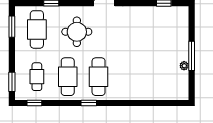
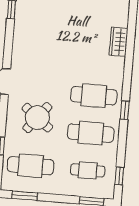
round table: (77, 32) -> (37, 118), turned 38
wardrobe: (145, 93) -> (118, 42), added

